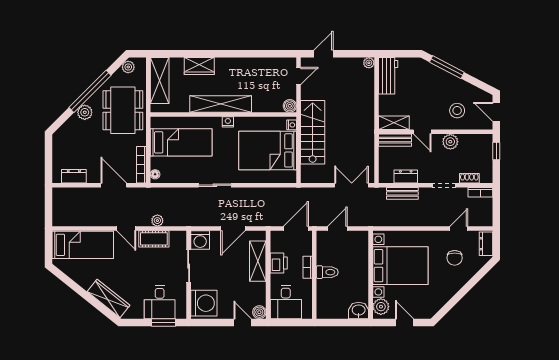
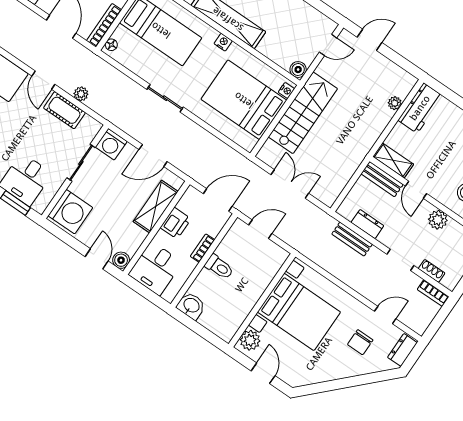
plant: (369, 63) -> (395, 103), moved
double door: (352, 185) -> (290, 184), moved
washbasin: (359, 310) -> (191, 306), moved

